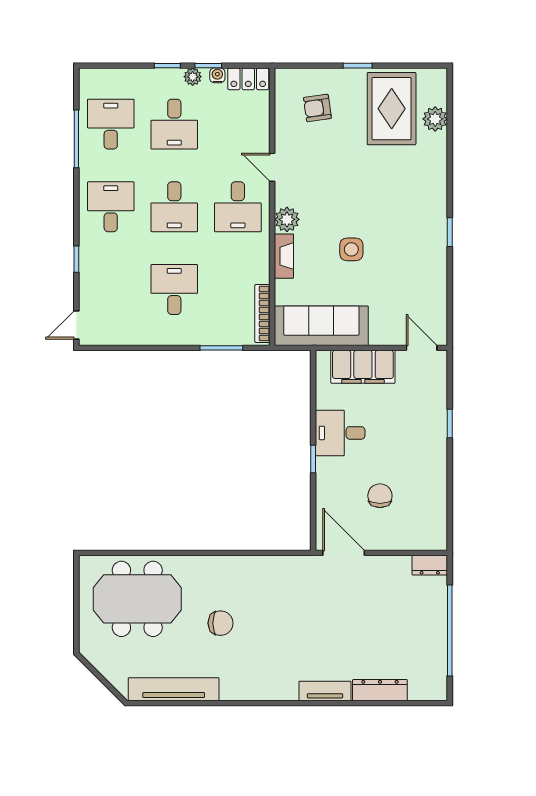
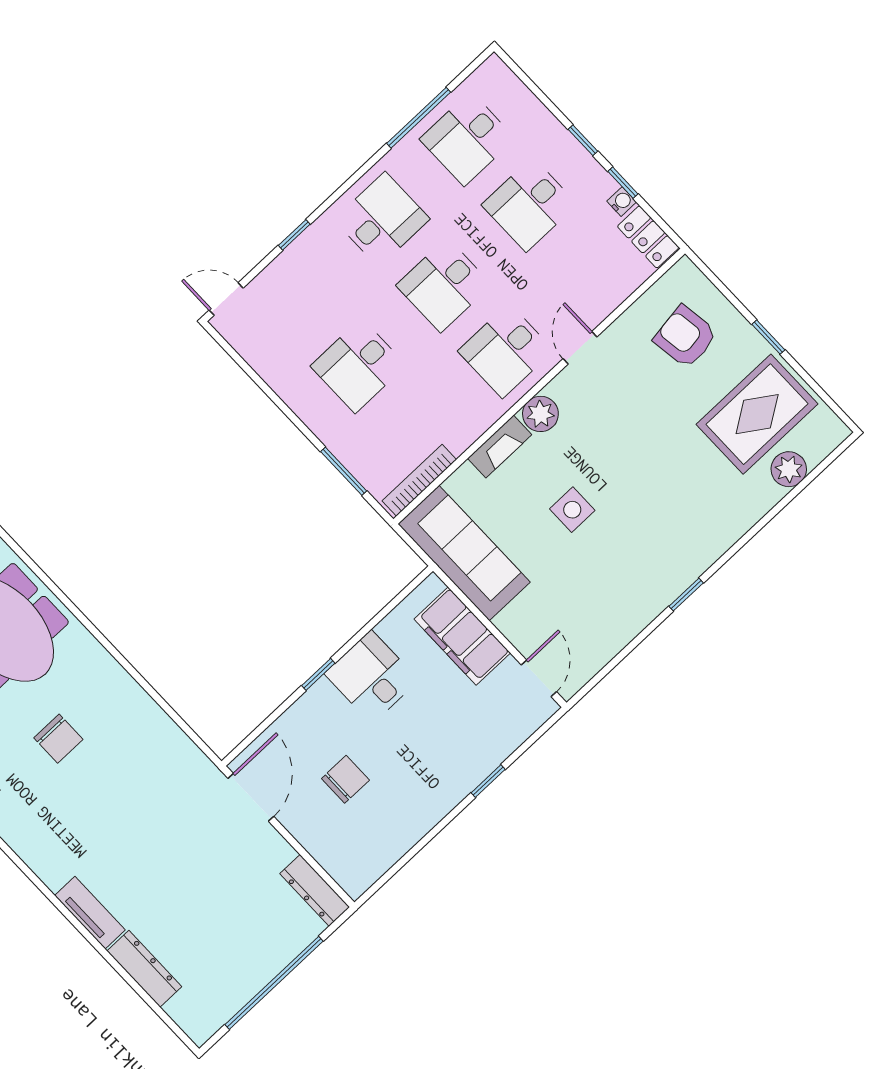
plant: (193, 77) -> (596, 177), removed
armchair: (317, 108) -> (685, 337), width x1.38, depth x1.38
desk: (111, 124) -> (467, 139), turned 180
desk: (174, 289) -> (358, 366), turned 180
dresser: (430, 565) -> (315, 890), width x1.44

